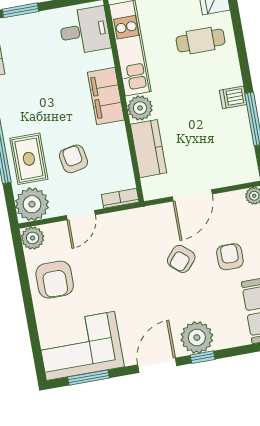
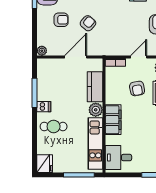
cafe table: (201, 41) -> (54, 126), moved
armchair: (230, 257) -> (61, 20), turned -90

